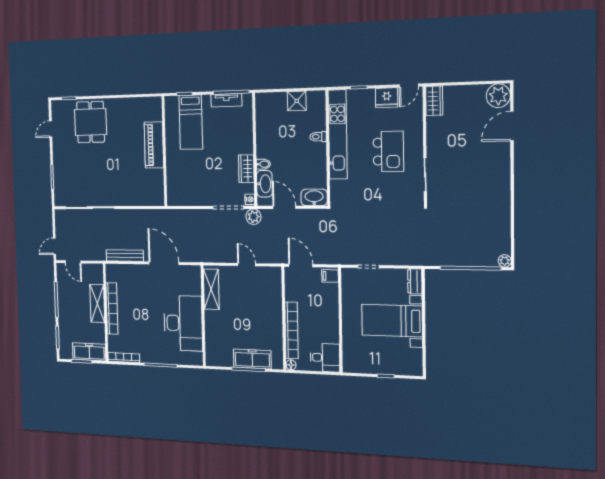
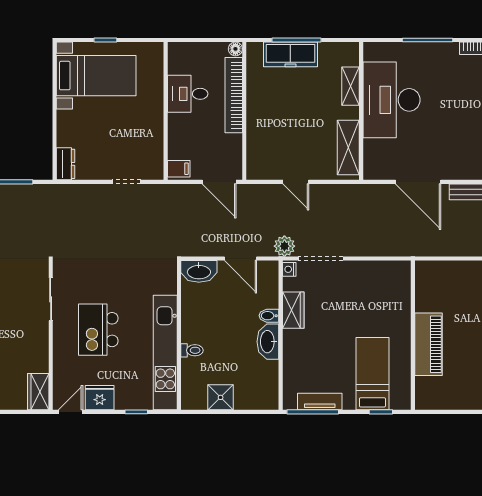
washbasin: (264, 184) -> (268, 342), moved
bed with nightstands: (392, 321) -> (96, 76), moved
shelving: (211, 334) -> (351, 86), added
desk: (325, 358) -> (188, 94), moved

